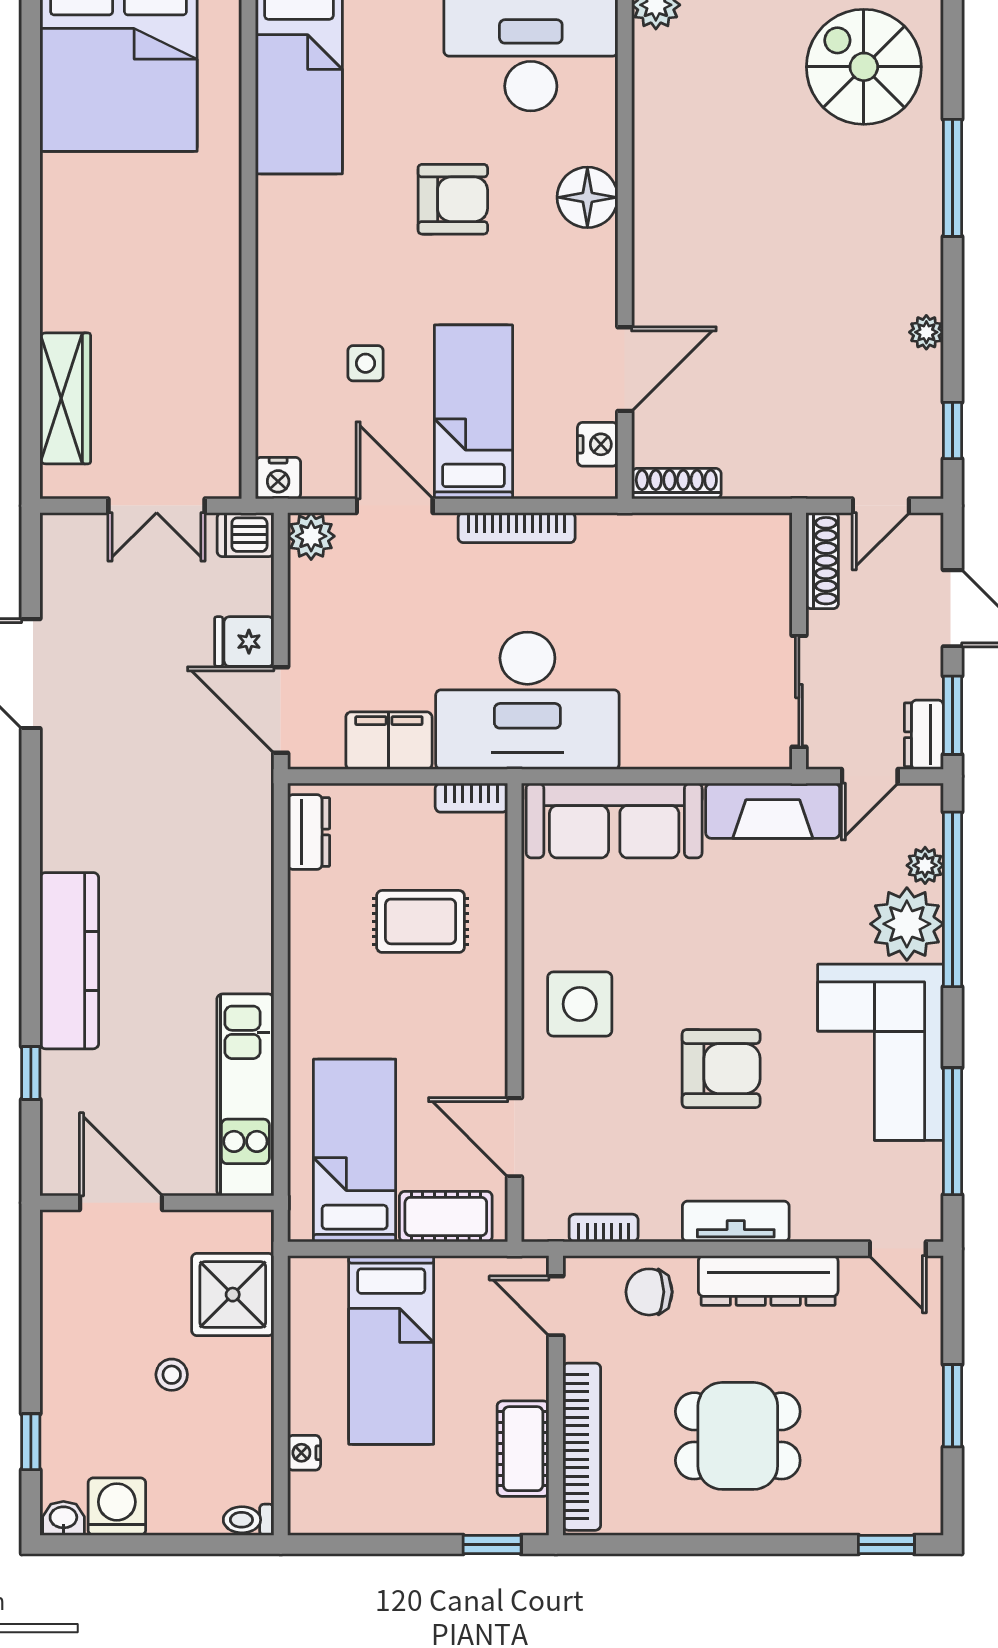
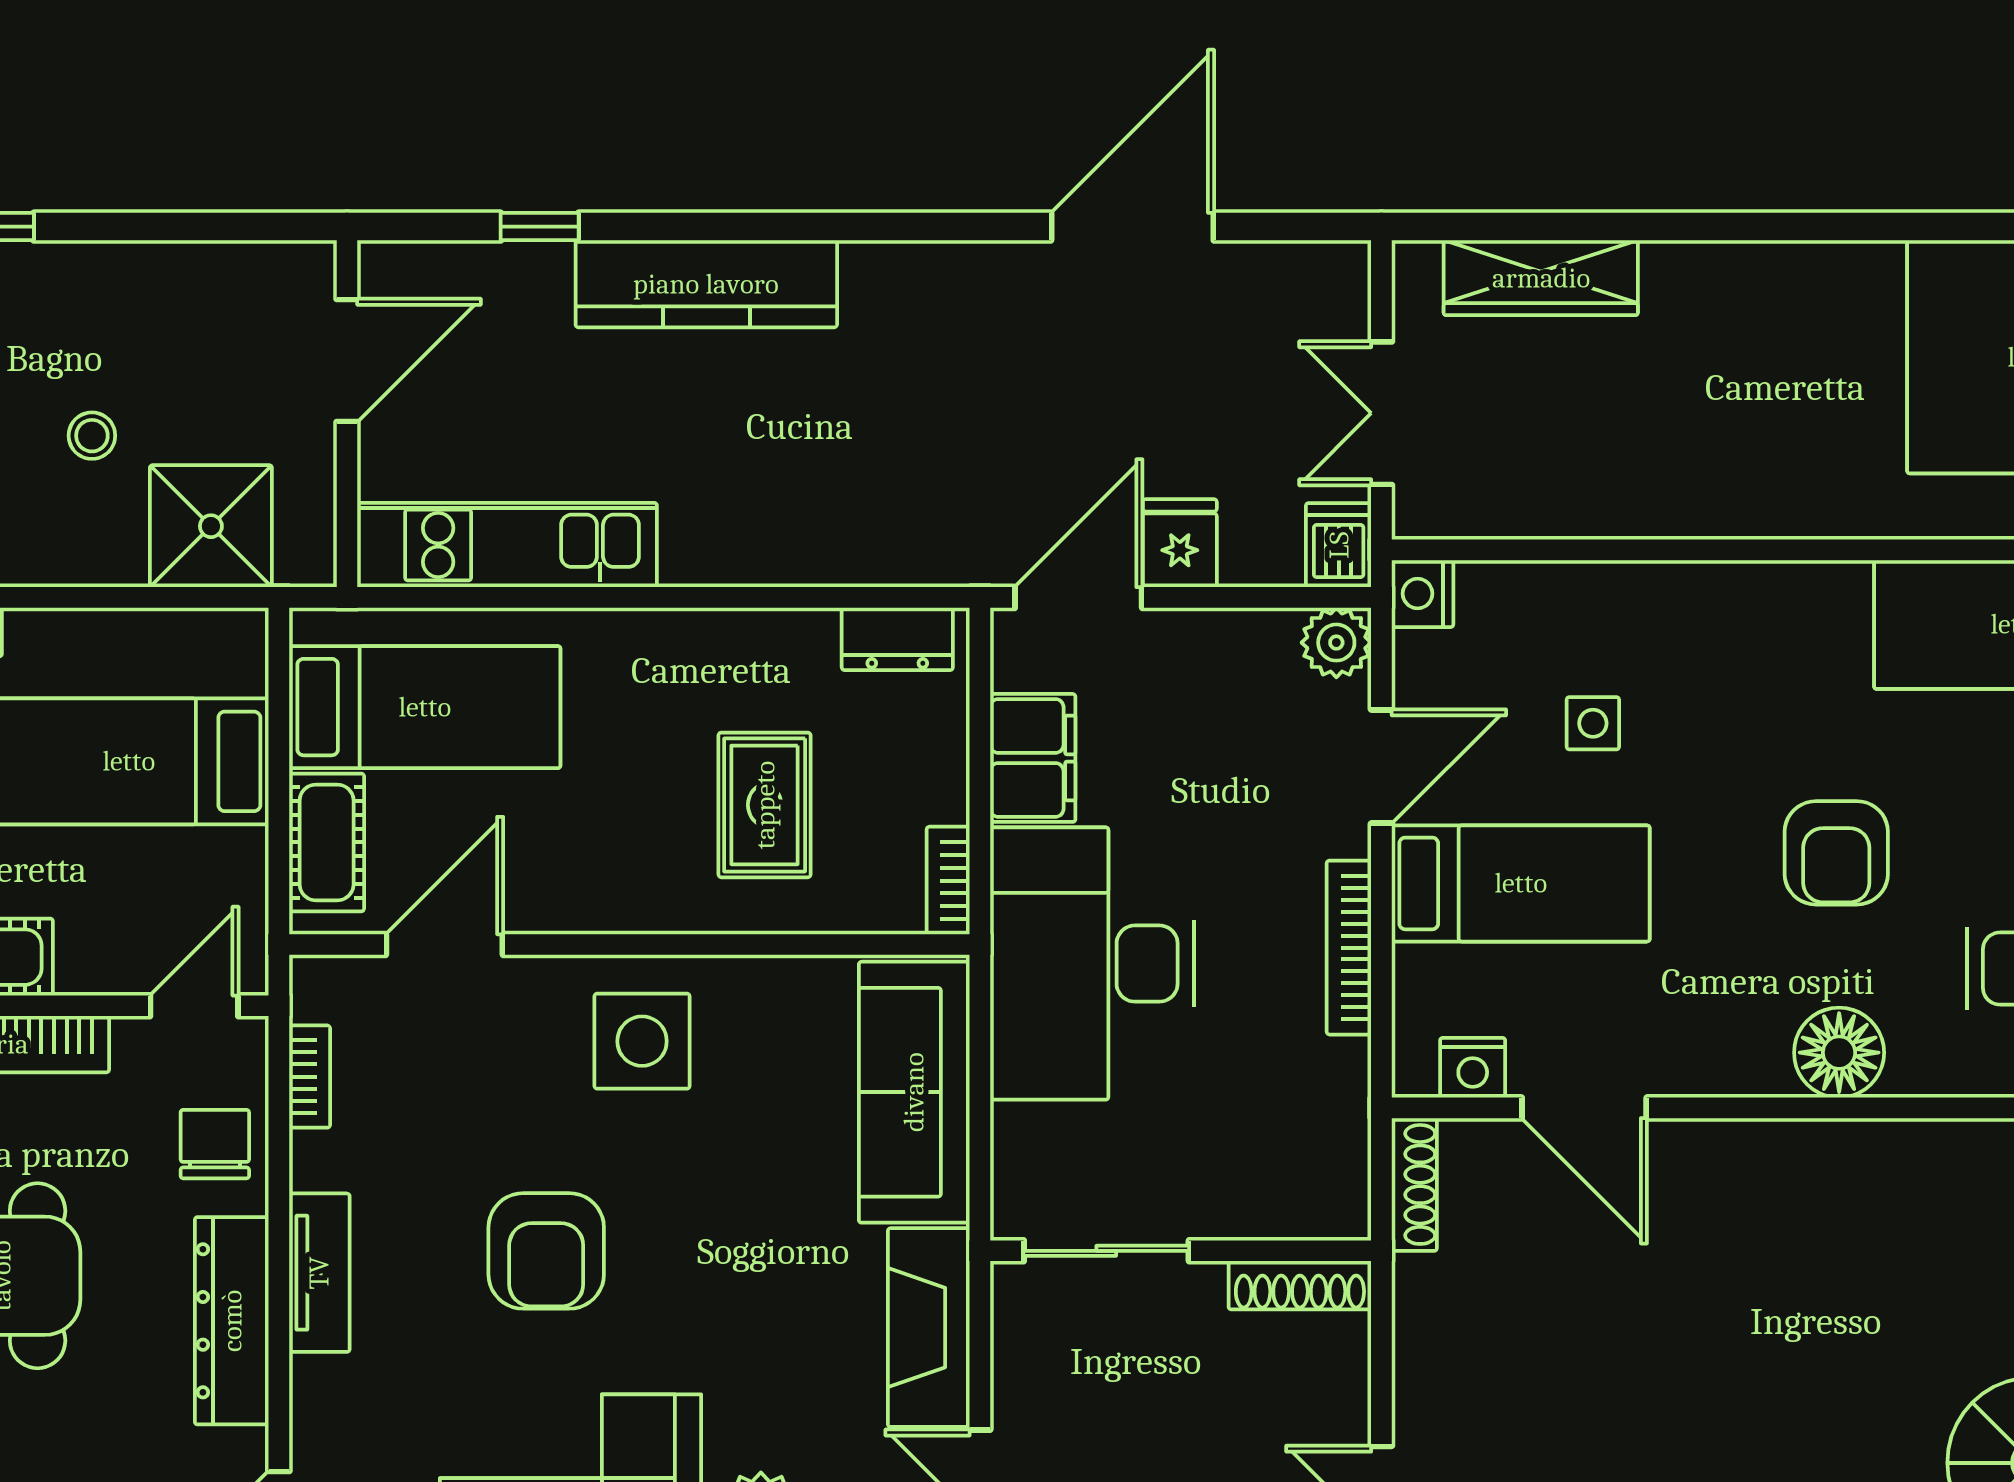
shoe rack: (822, 561) -> (1300, 1285), moved
wall: (799, 641) -> (1181, 1251), moved
sliding door: (799, 691) -> (1106, 1251), moved

